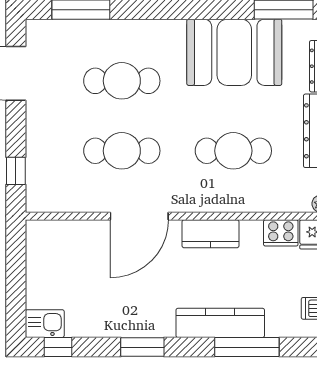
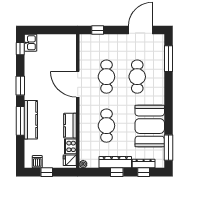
kitchen counter: (211, 234) -> (70, 126), moved
window: (247, 347) -> (20, 121), moved

